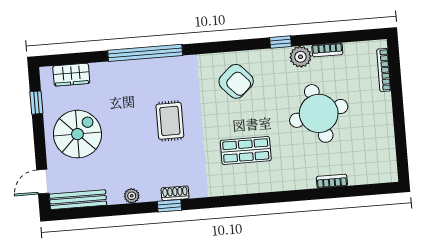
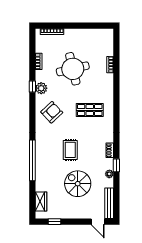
plant: (300, 57) -> (41, 88), moved
rug: (170, 121) -> (70, 150), turned 90
spiral stairs: (77, 134) -> (78, 184), moved
shop shelf: (246, 151) -> (90, 110), turned 90
window: (169, 206) -> (116, 165), moved

